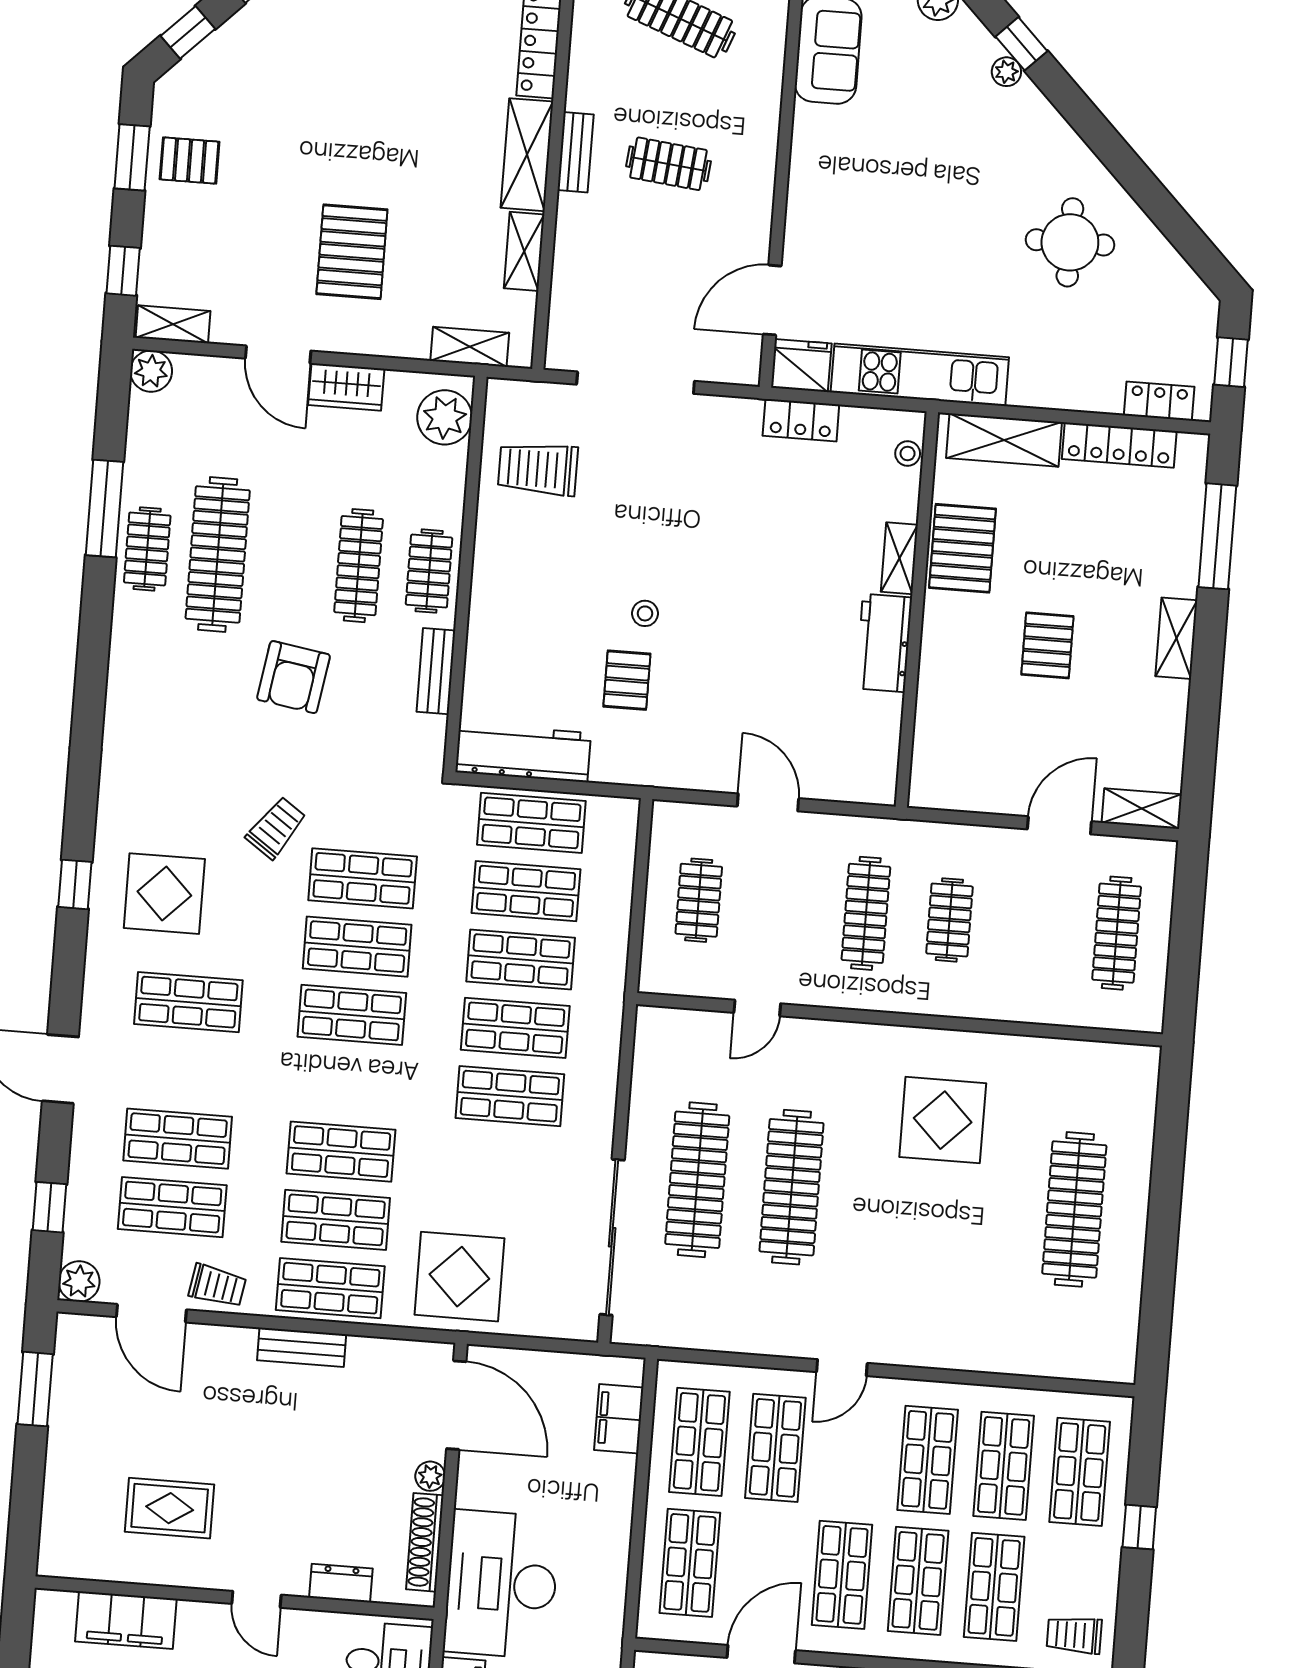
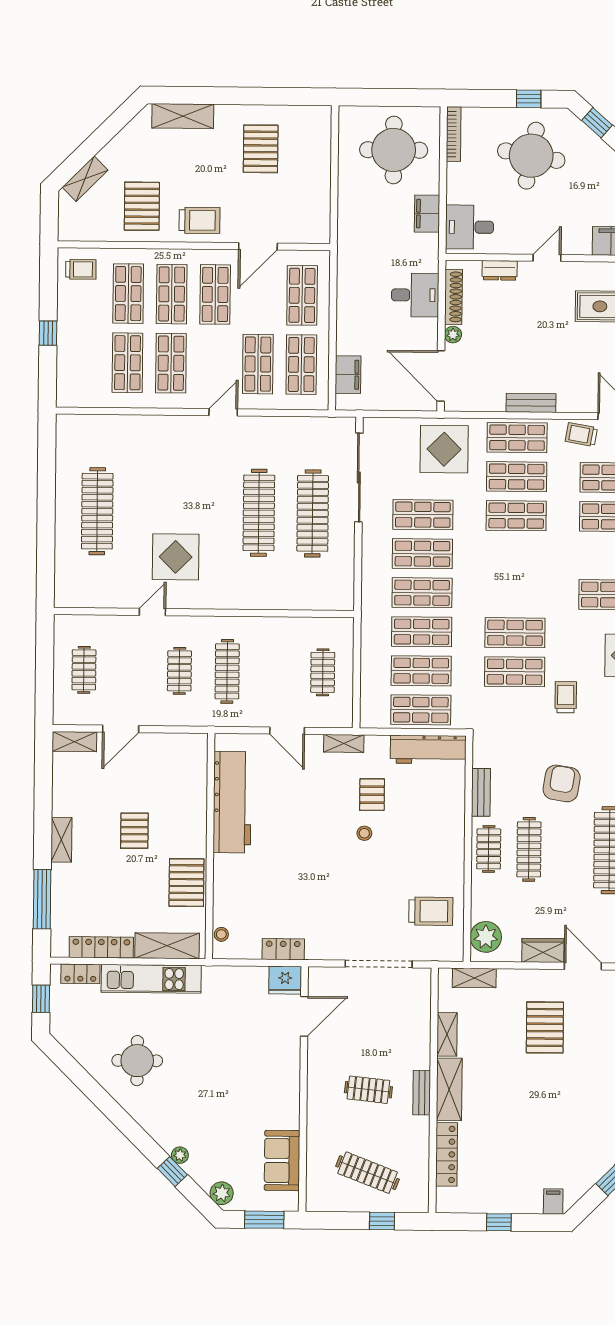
kitchen unit: (920, 375) -> (151, 979), moved
shelving: (899, 558) -> (344, 743), moved, turned 90
workbench: (884, 643) -> (232, 802), width x1.88, depth x1.32
trolley: (276, 828) -> (566, 697), turned 145
clothes rail: (1117, 933) -> (84, 670), width x0.73
door: (757, 1008) -> (152, 612), moved
shop shelf: (352, 1015) -> (423, 515), moved
shop shelf: (1080, 1472) -> (84, 362), removed
desk: (502, 1584) -> (415, 295), width x0.53, depth x0.77
door: (256, 1599) -> (547, 258), hinge flipped

